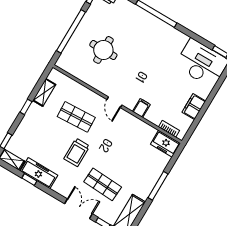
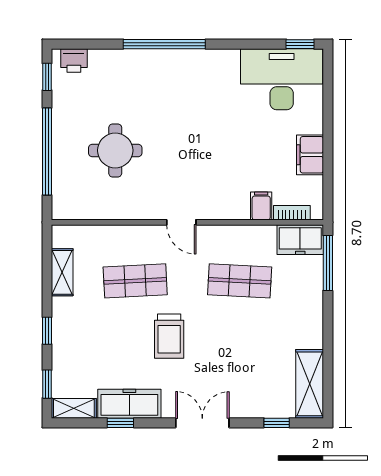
window: (26, 107) -> (47, 331), moved
filing cabinet: (141, 108) -> (261, 206), moved
shop shelf: (103, 184) -> (240, 281), moved
window: (158, 186) -> (328, 263), moved
double door: (78, 209) -> (202, 423), moved

